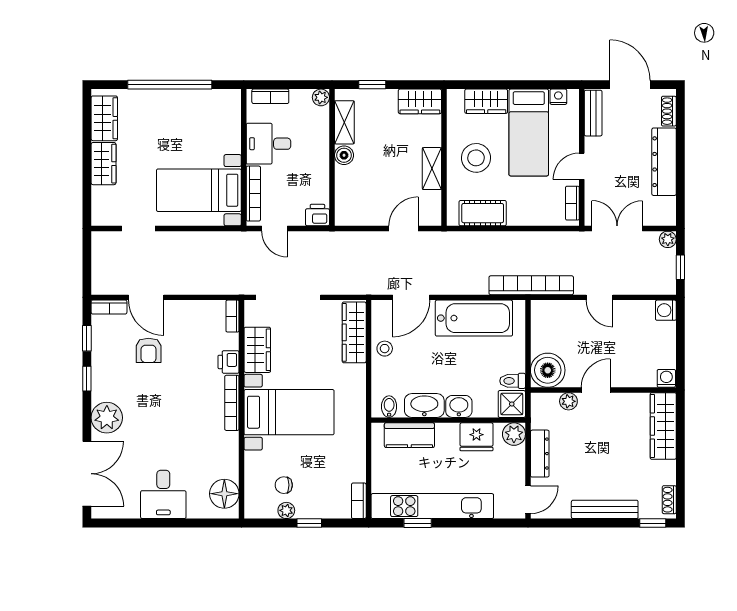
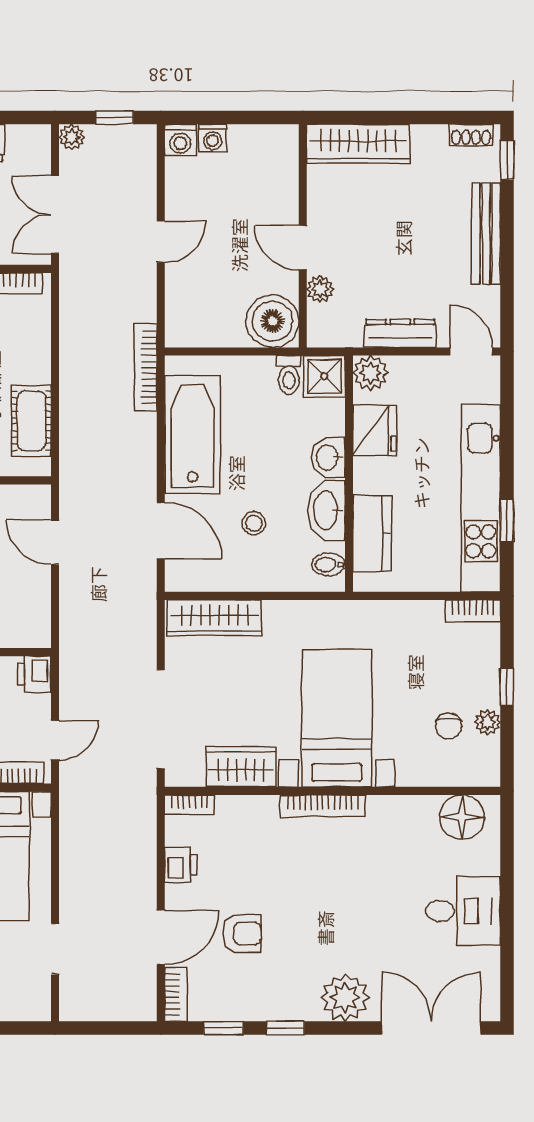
bookcase: (531, 285) -> (146, 367), width x0.68, depth x0.76
stool: (385, 349) -> (254, 523), moved
printer: (229, 362) -> (181, 865), moved, turned -90
washing machine: (666, 378) -> (213, 138), moved, turned -90

